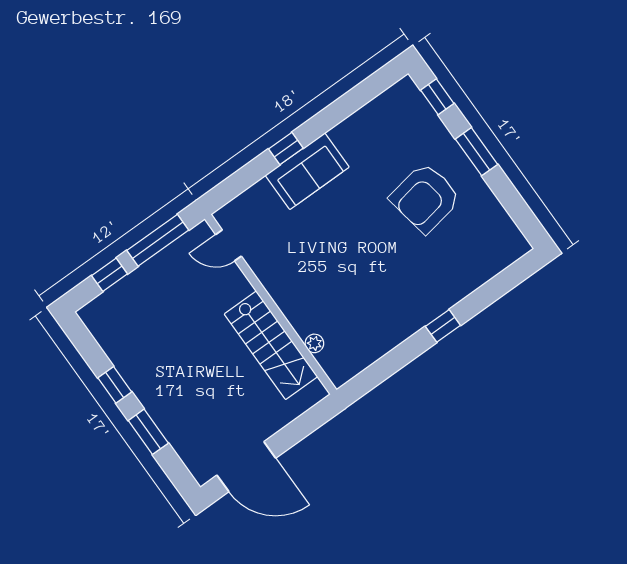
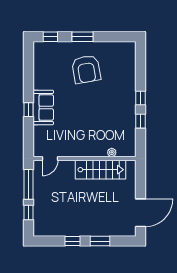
window: (403, 354) -> (141, 121), added

